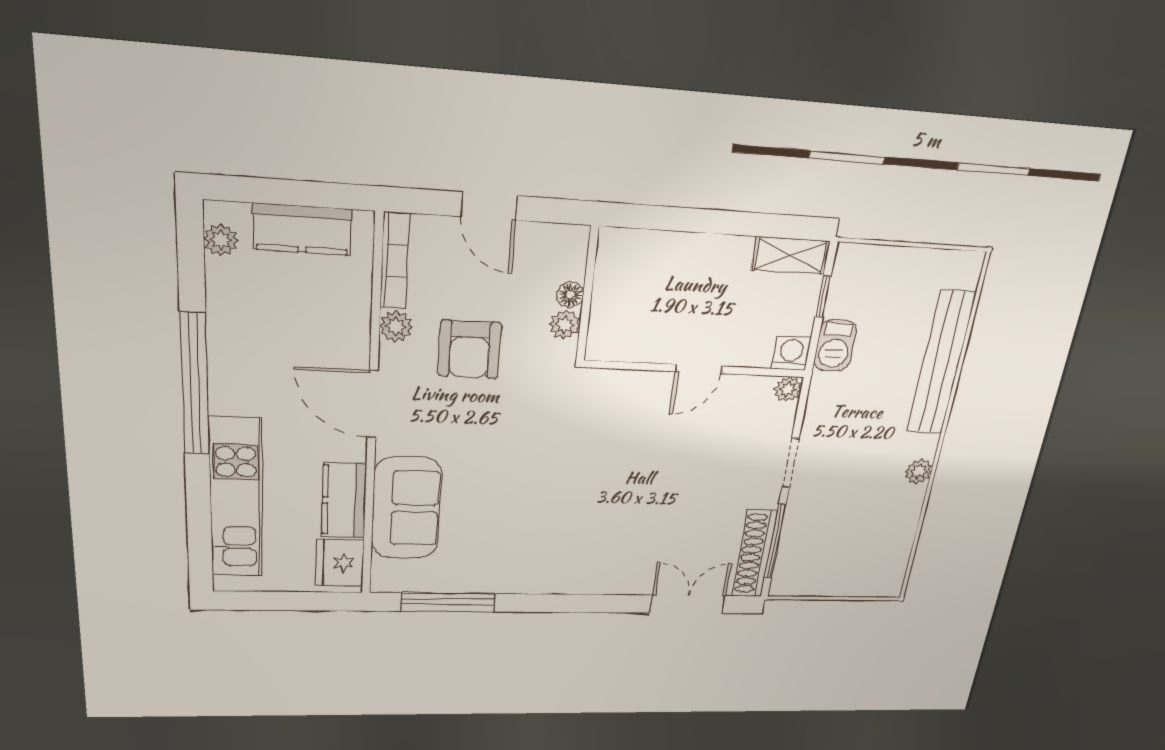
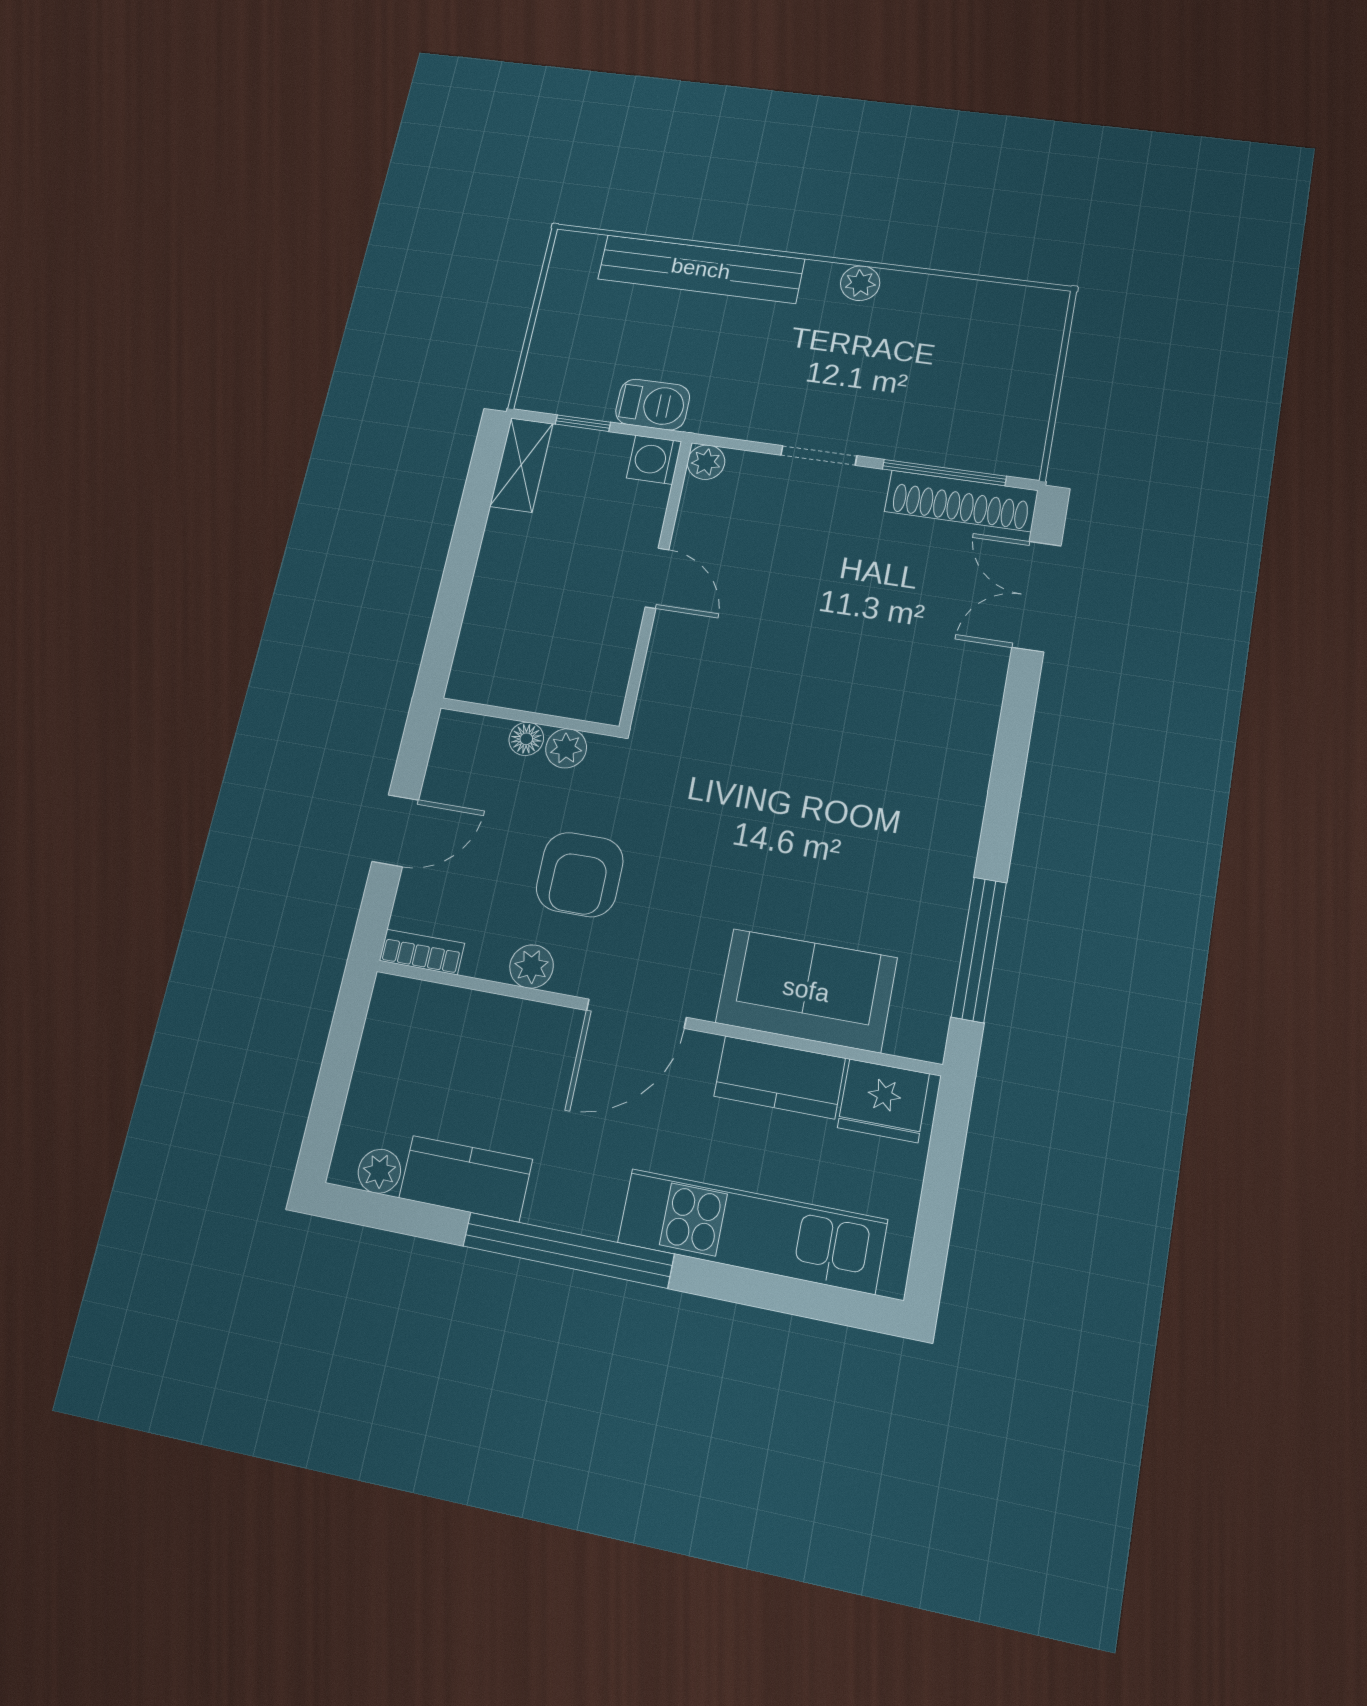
kitchen counter: (302, 229) -> (466, 1179), moved, turned -90
bookcase: (395, 261) -> (422, 952), width x0.64
armchair: (470, 350) -> (580, 875), turned 90

